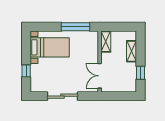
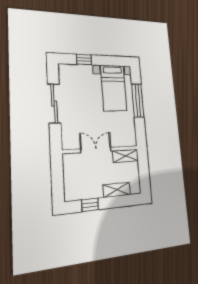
window: (76, 27) -> (138, 101), moved
double door: (100, 76) -> (96, 150), moved

